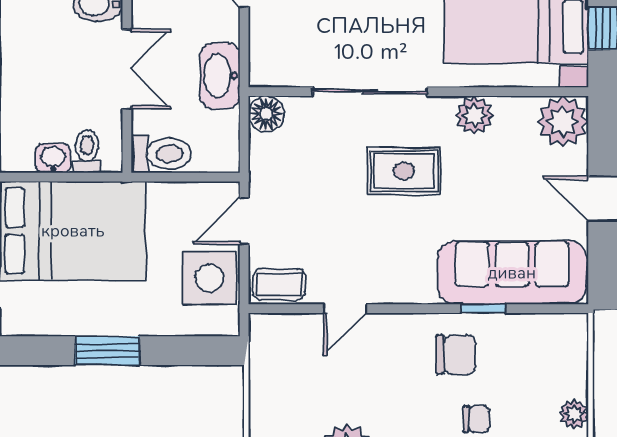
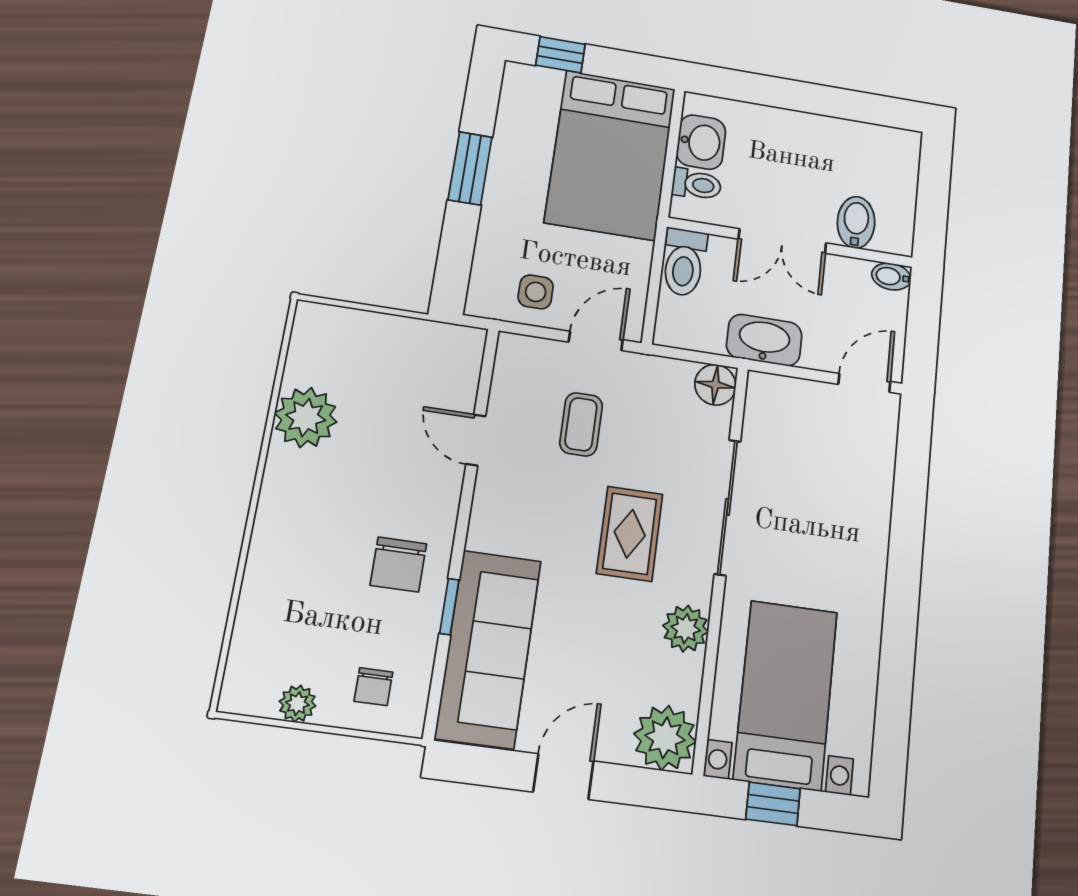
washbasin: (53, 158) -> (701, 142), width x1.38, depth x1.45
door: (244, 221) -> (596, 341), hinge flipped
side table: (209, 278) -> (536, 292), width x0.54, depth x0.54
coffee table: (279, 284) -> (581, 424), moved
chair: (476, 419) -> (373, 687), moved

